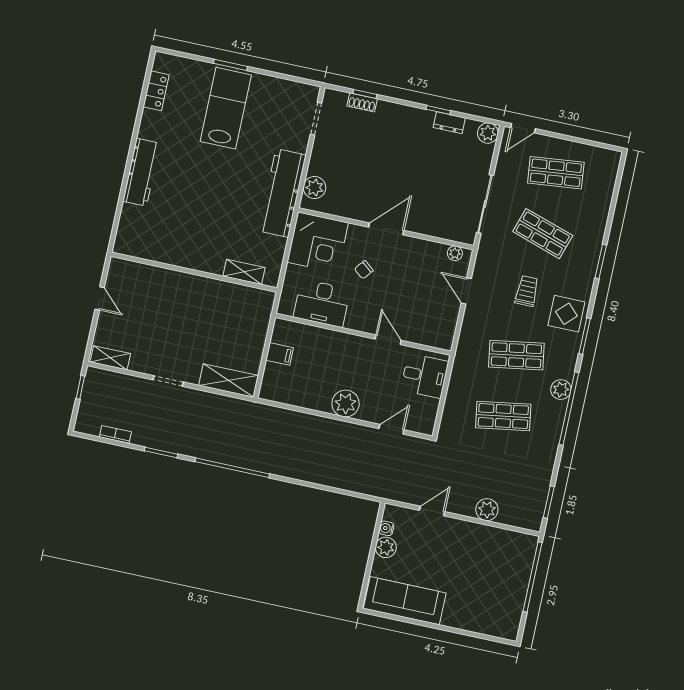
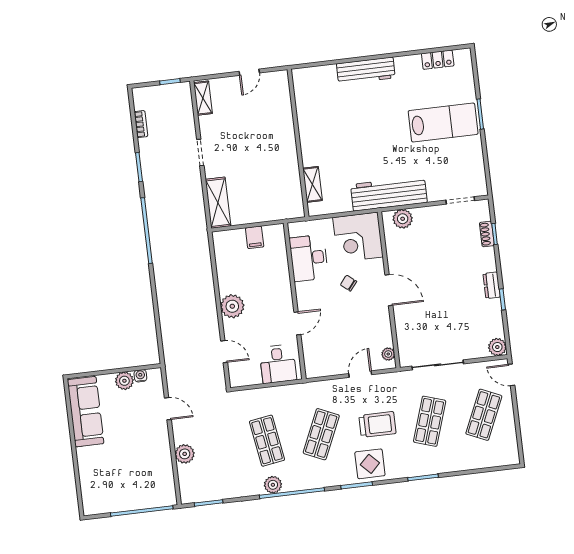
dresser: (449, 123) -> (492, 285), moved
shop shelf: (556, 173) -> (484, 415), turned 30
trolley: (527, 291) -> (377, 424), width x1.36, depth x1.39
shop shelf: (516, 355) -> (321, 434), turned 33
plant: (561, 390) -> (273, 485), moved

